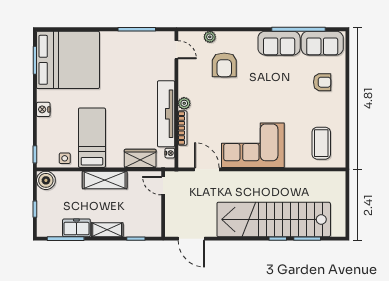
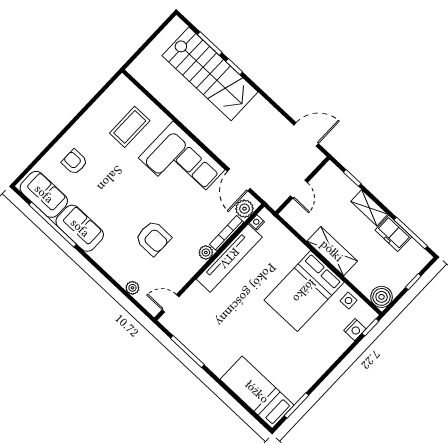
door: (176, 50) -> (170, 303), hinge flipped
bed: (68, 60) -> (257, 392), width x0.49
armchair: (224, 65) -> (153, 238), moved, turned 90
nightstand: (43, 109) -> (355, 330), moved
bed: (92, 138) -> (304, 291), width x1.50
coffee table: (321, 143) -> (130, 127), moved
plant: (186, 154) -> (245, 209), added
wardrobe: (140, 158) -> (286, 241), removed
door: (163, 186) -> (299, 189), moved
stairs: (274, 219) -> (210, 74), width x0.73
door: (191, 239) -> (306, 134), hinge flipped

